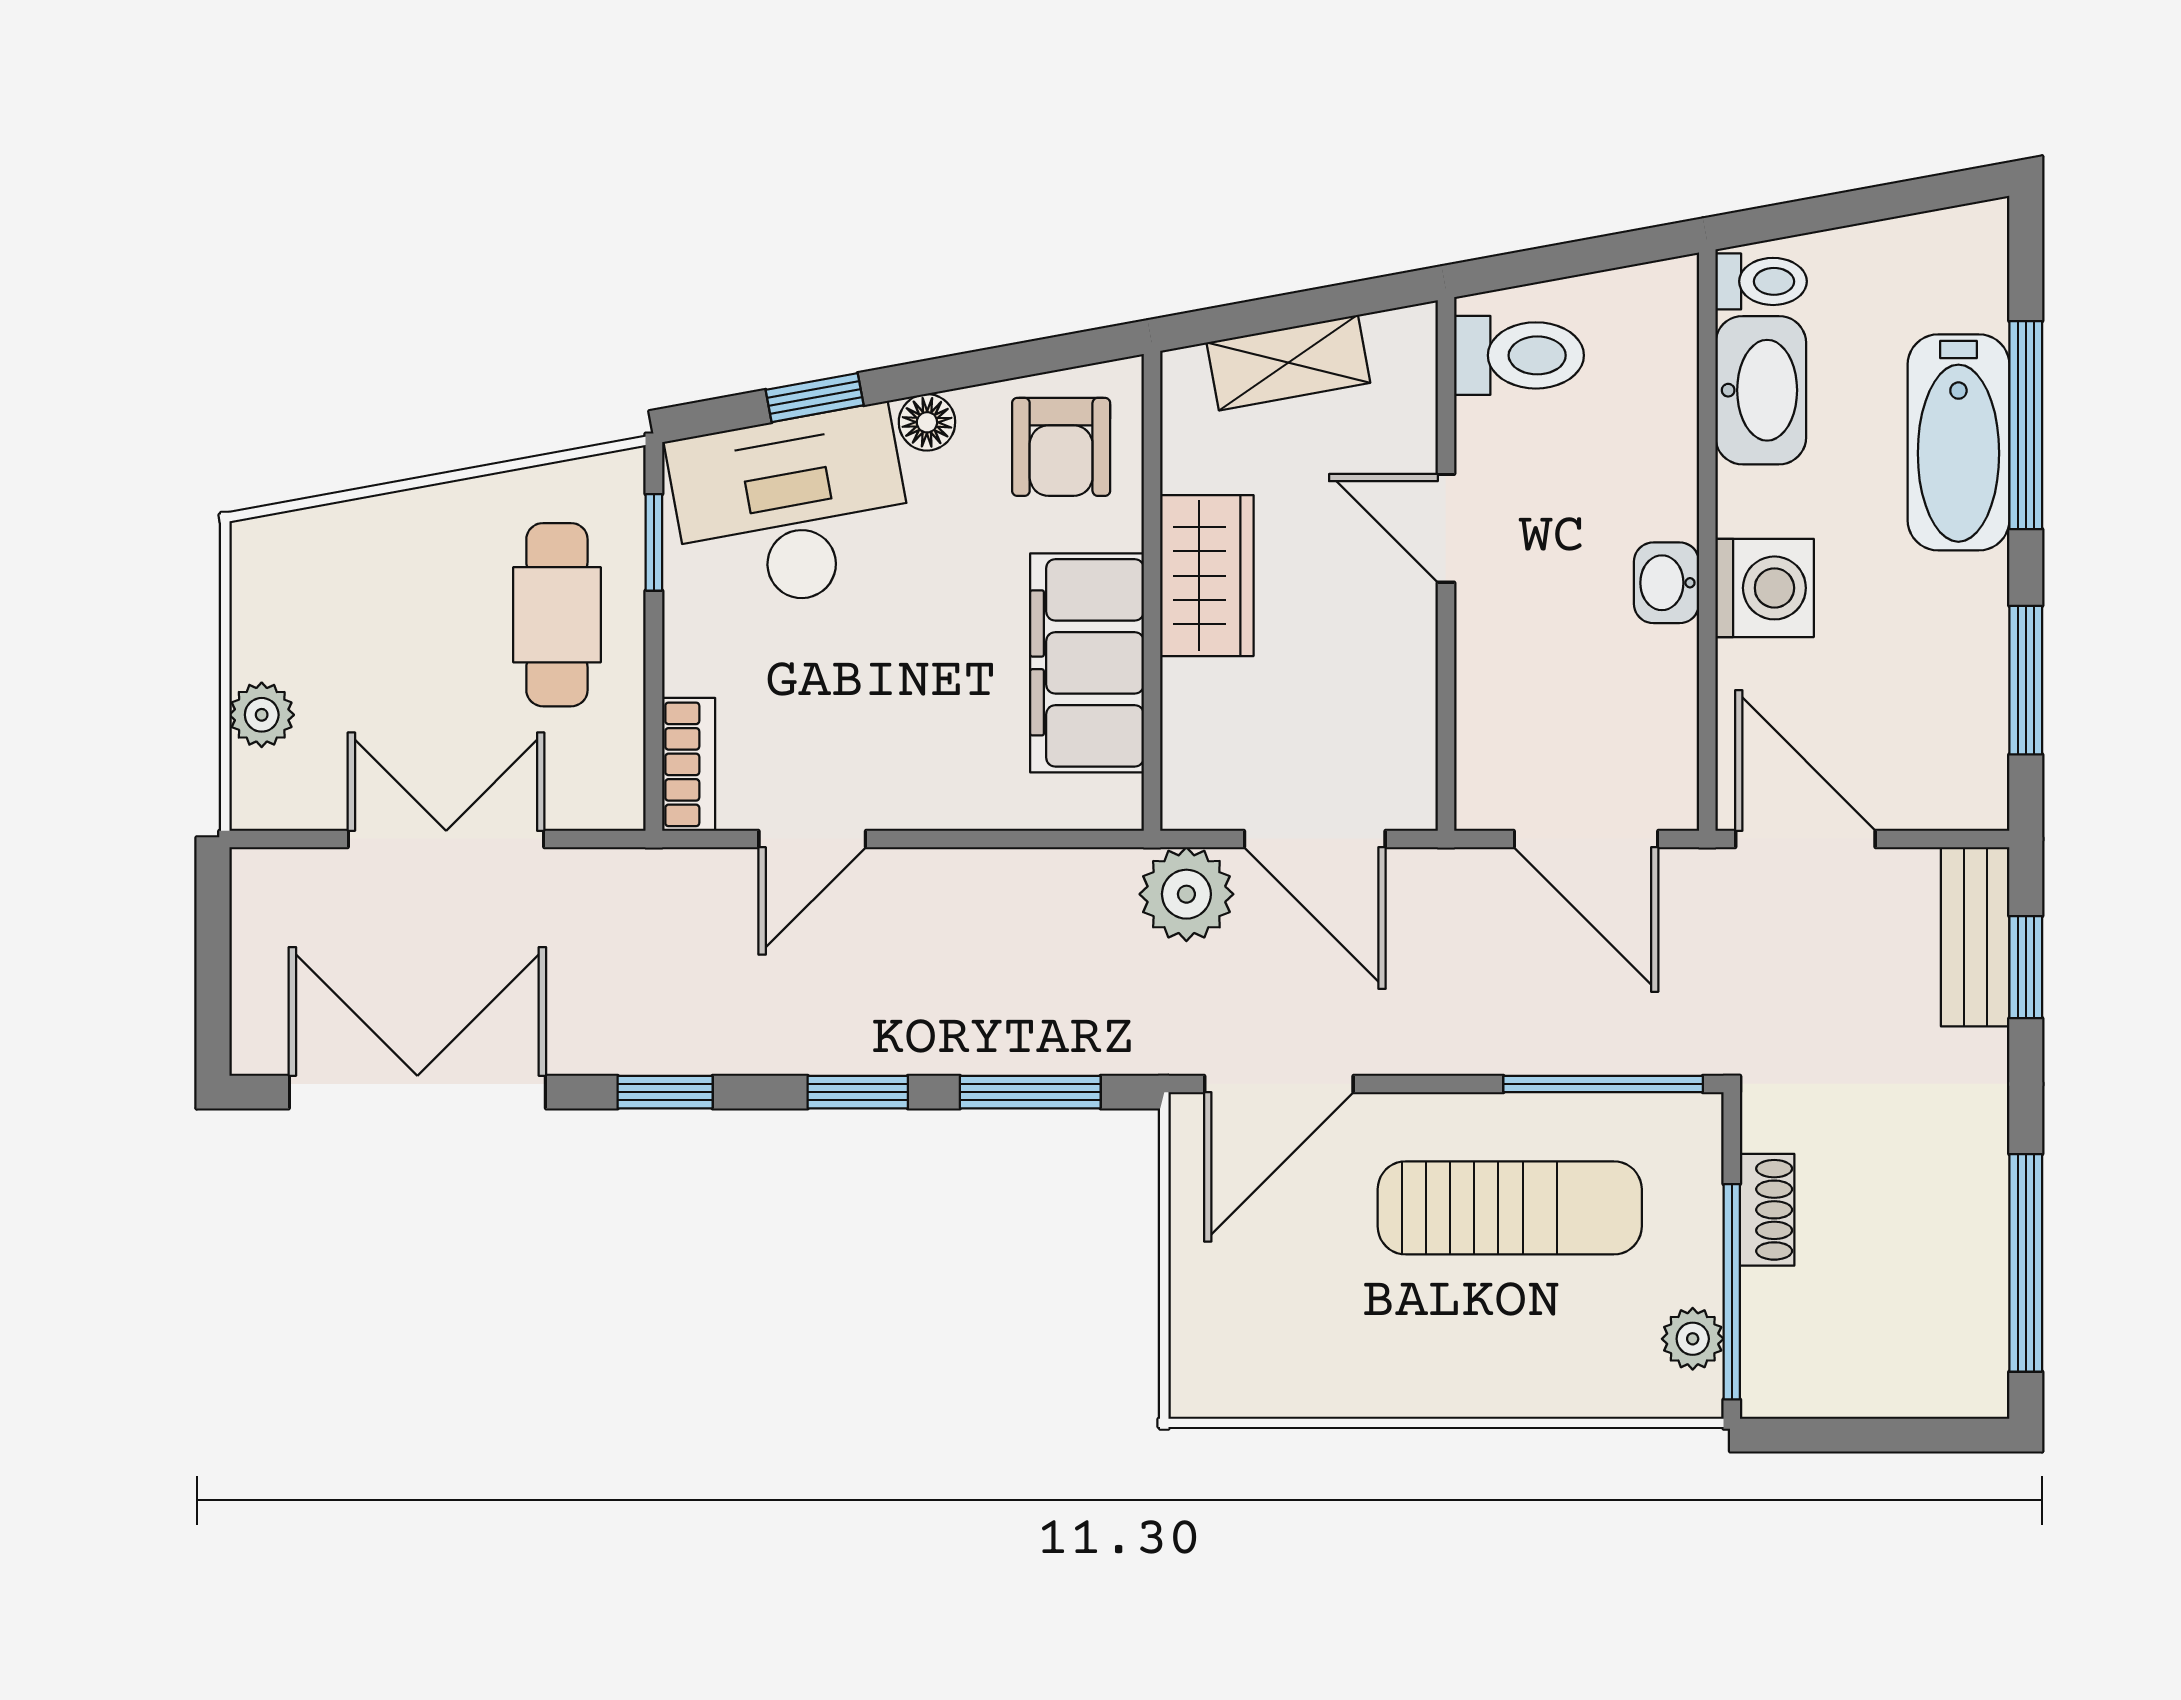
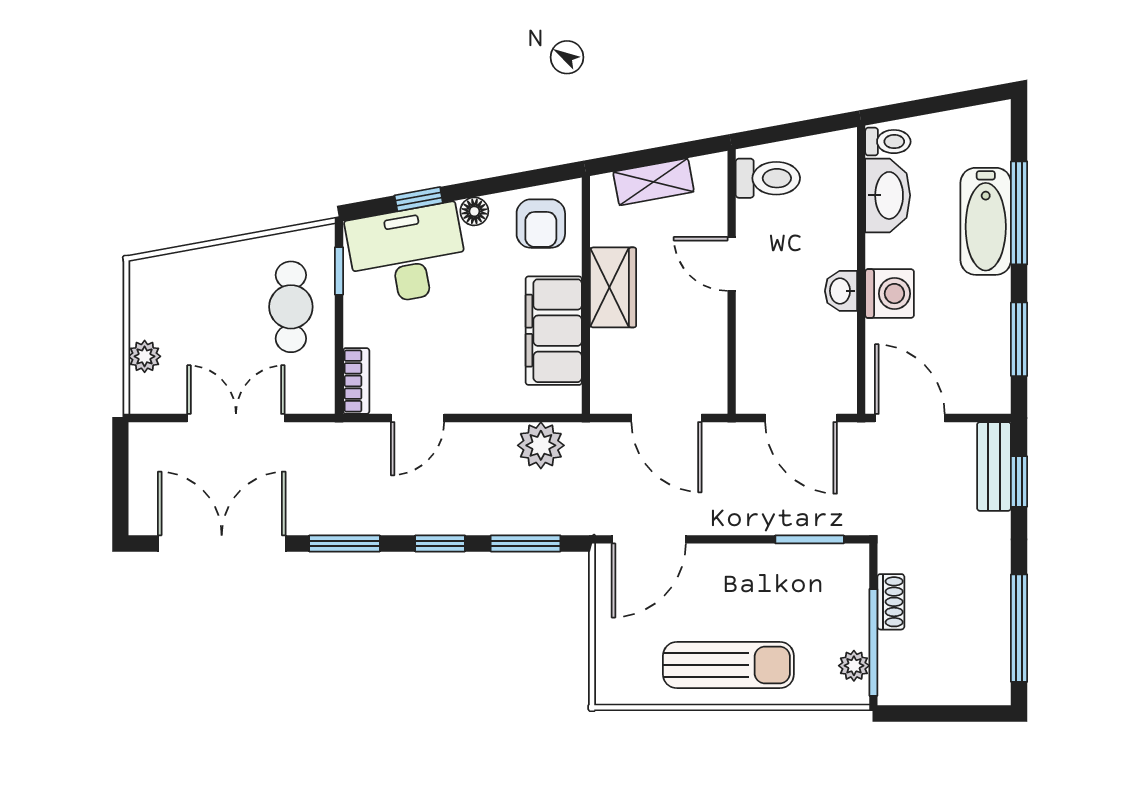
plant: (1186, 894) -> (541, 445), moved
window: (1603, 1084) -> (810, 539), width x0.69
window: (665, 1092) -> (345, 543), width x1.50
sun lounger: (1510, 1208) -> (728, 665), moved

